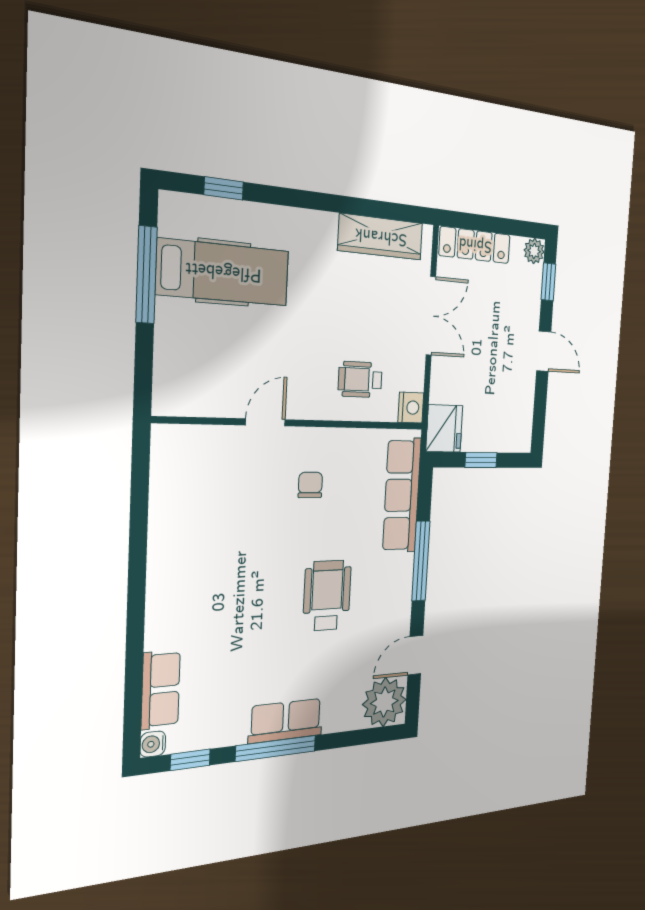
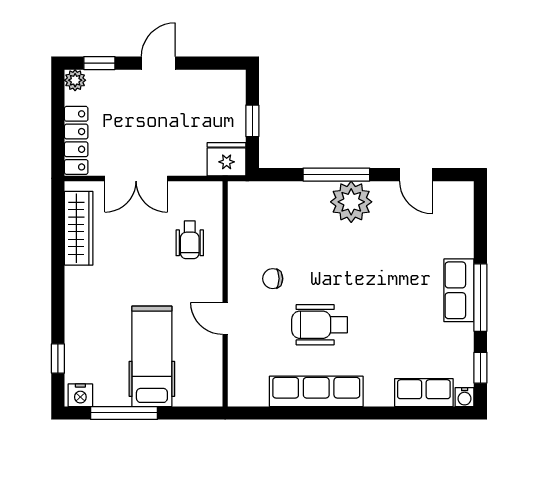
hospital bed: (223, 272) -> (152, 356), moved
double door: (431, 316) -> (136, 178), swing flipped
nightstand: (411, 408) -> (80, 395), moved, turned 180
row of seats: (402, 495) -> (316, 391), moved, turned 180
wheelchair: (327, 595) -> (320, 325), moved
plant: (384, 702) -> (351, 202), moved

